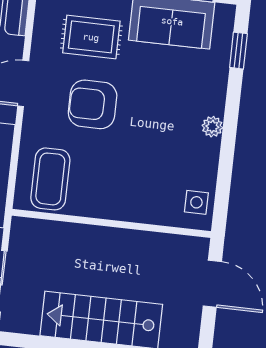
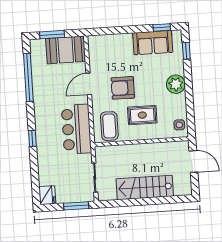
rug: (91, 37) -> (142, 115), moved
plant: (212, 127) -> (176, 84), width x1.87, depth x1.87

